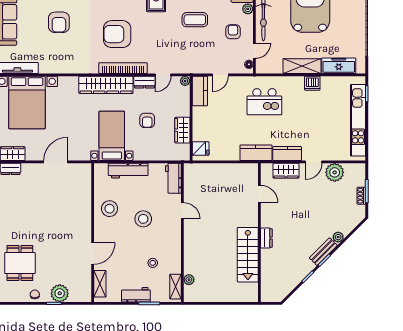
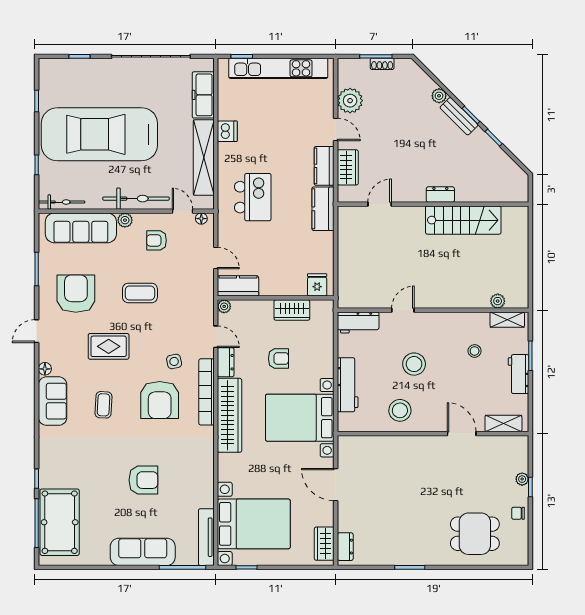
coffee table: (195, 20) -> (140, 293), turned 90
side table: (145, 45) -> (174, 361), added
shelving: (302, 66) -> (204, 158), width x1.47
bed with nightstands: (112, 136) -> (300, 418), width x1.36
plant: (60, 293) -> (522, 479), width x0.53, depth x0.53

